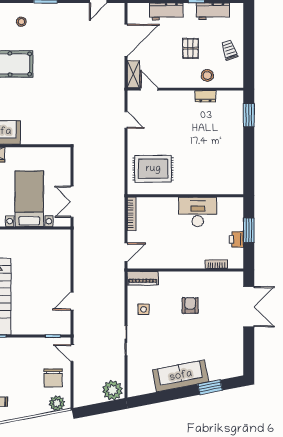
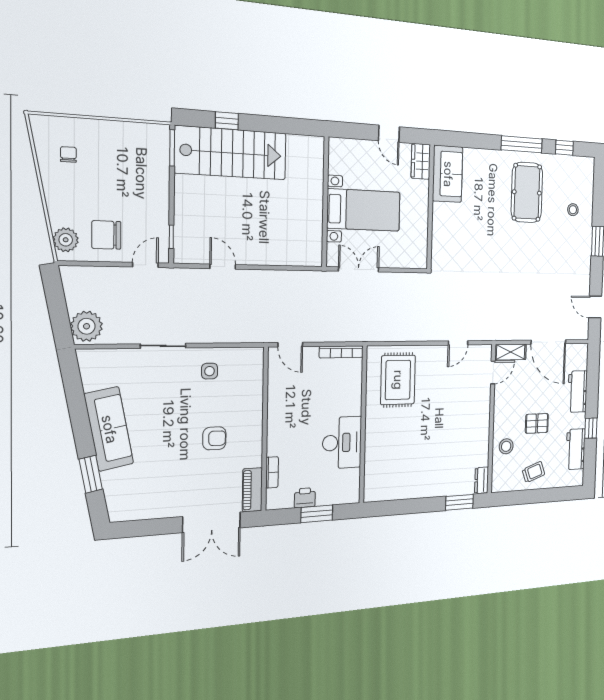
dresser: (205, 96) -> (482, 480), moved
piano: (143, 278) -> (252, 490), moved

